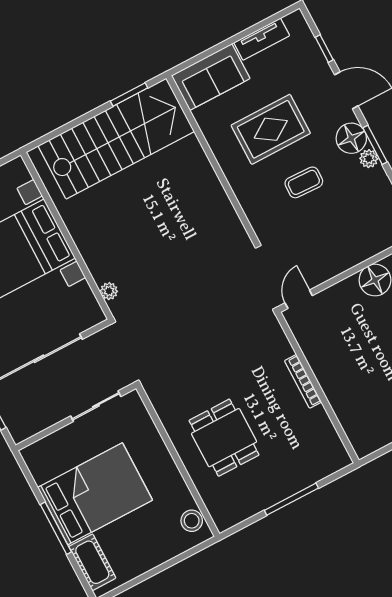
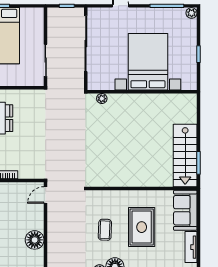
stairs: (116, 139) -> (185, 155), width x0.73, depth x0.66
door: (299, 299) -> (46, 195), swing flipped

